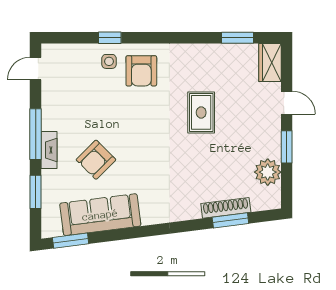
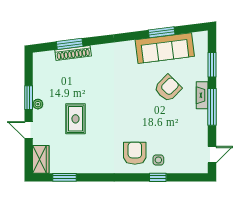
rug: (201, 112) -> (75, 119), moved
plant: (268, 172) -> (38, 104), moved, width x0.53, depth x0.53
window: (71, 241) -> (162, 32), moved

